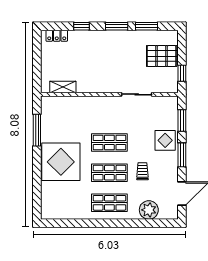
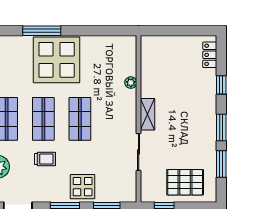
pallet: (162, 56) -> (185, 182), turned 90
shelving: (63, 87) -> (148, 114), moved
plant: (80, 101) -> (131, 83), added
window: (37, 130) -> (42, 31), moved

